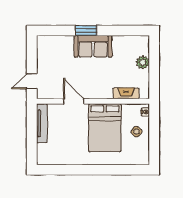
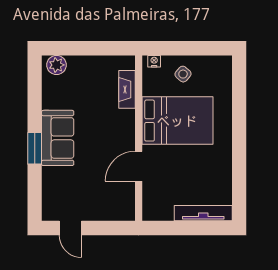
plant: (143, 62) -> (57, 65), moved
door: (32, 81) -> (70, 228), moved
tv unit: (42, 123) -> (203, 213), moved

